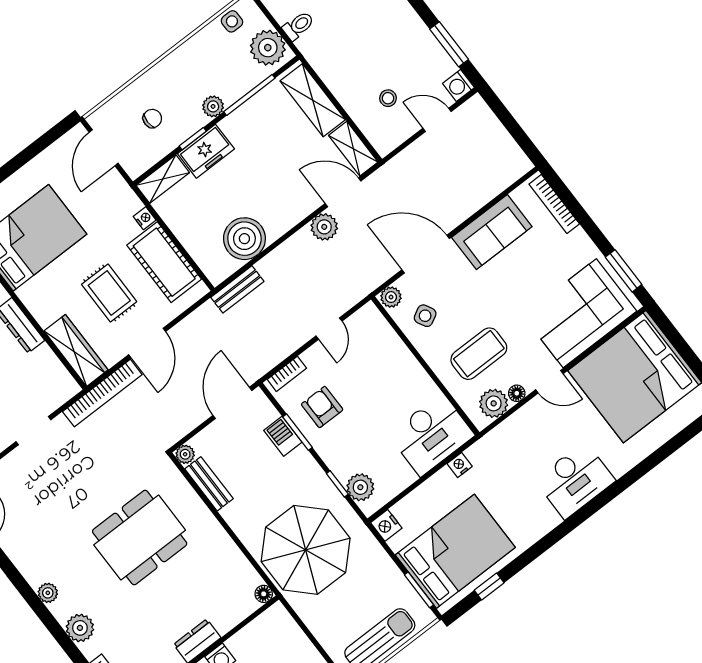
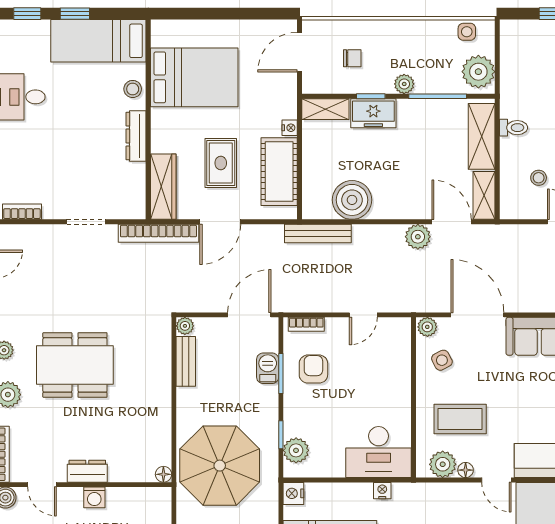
toilet: (298, 26) -> (514, 128), moved
bench: (237, 289) -> (318, 233), width x1.36
dining table: (140, 538) -> (75, 365), moved

